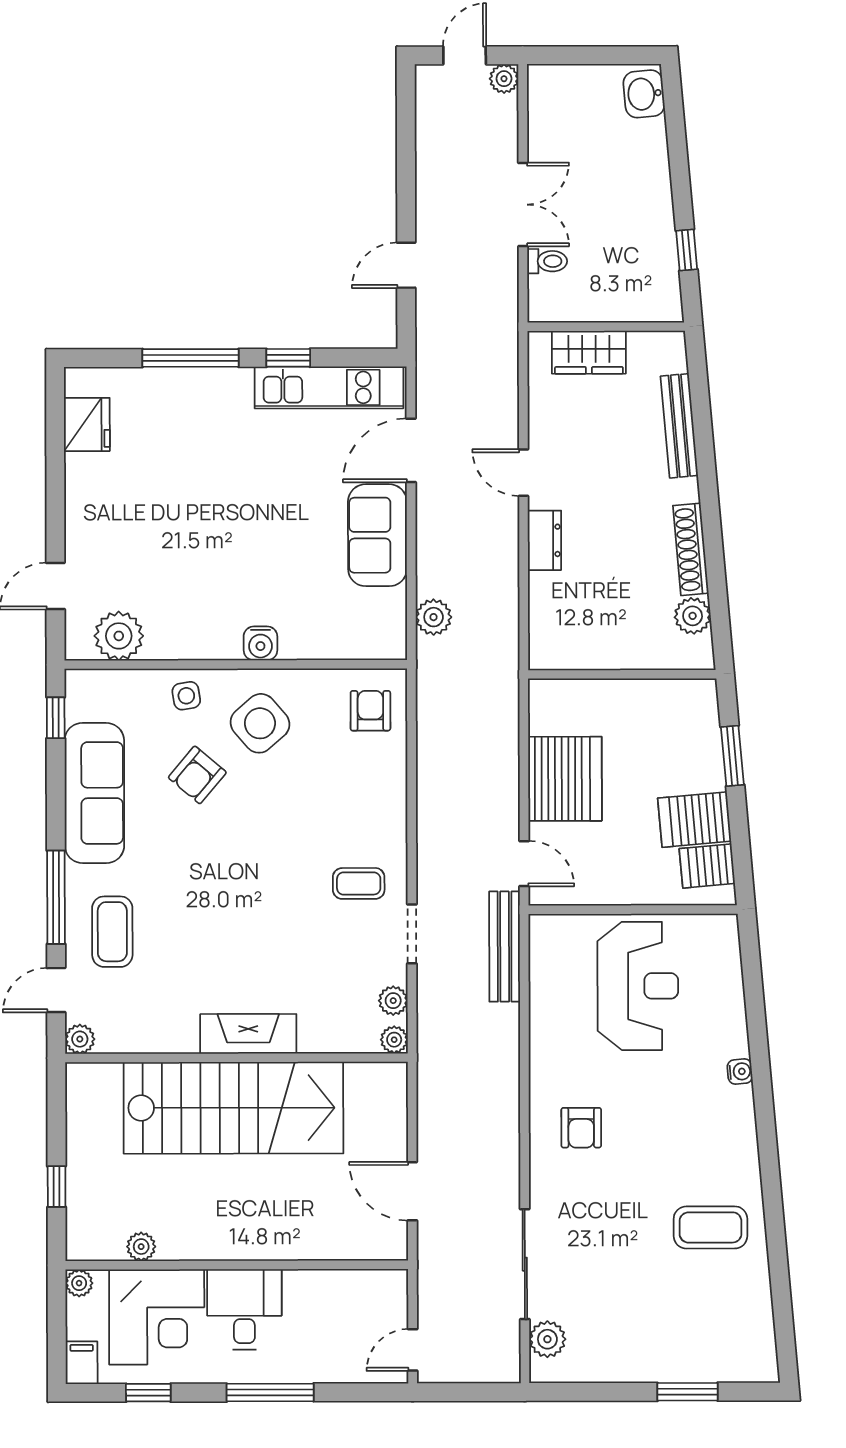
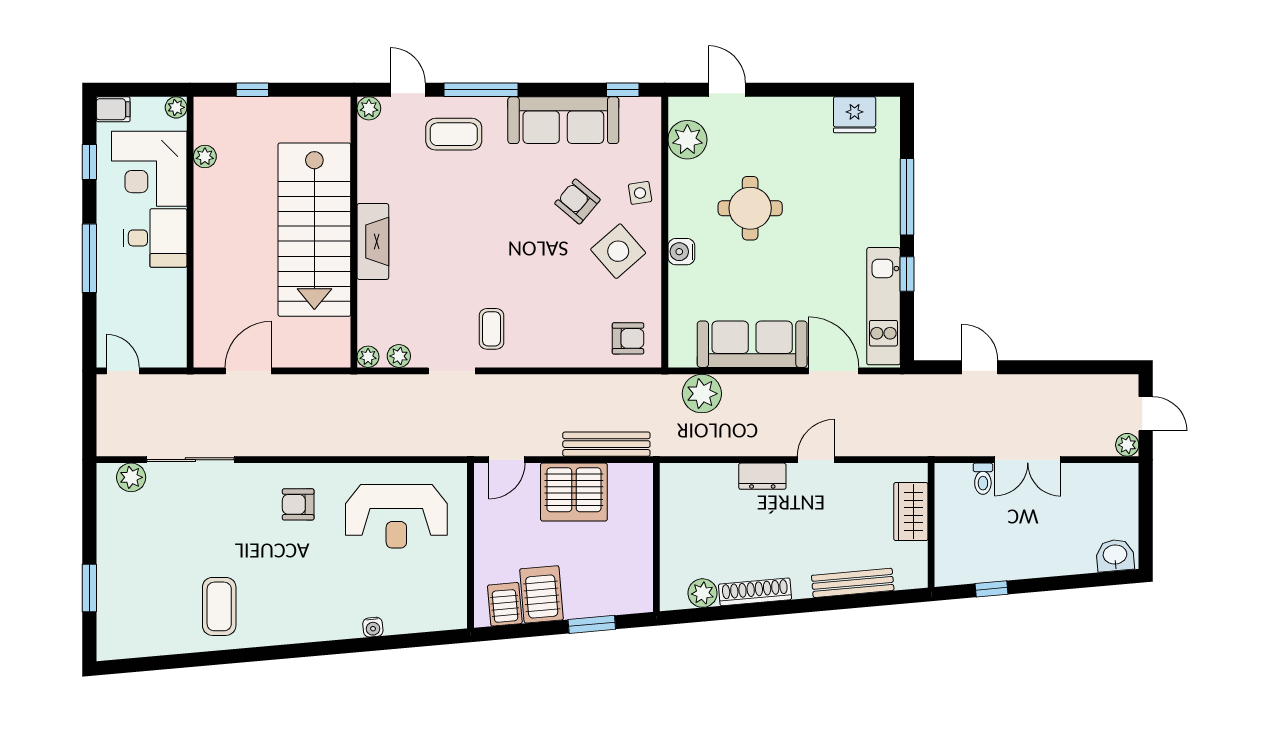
sofa: (377, 535) -> (752, 344), width x1.36
round table: (205, 556) -> (750, 208), added
plant: (434, 617) -> (702, 394), width x1.36, depth x1.36
bench: (505, 947) -> (606, 444), moved
reception desk: (638, 986) -> (396, 516), moved
water cooler: (740, 1072) -> (373, 627), moved

